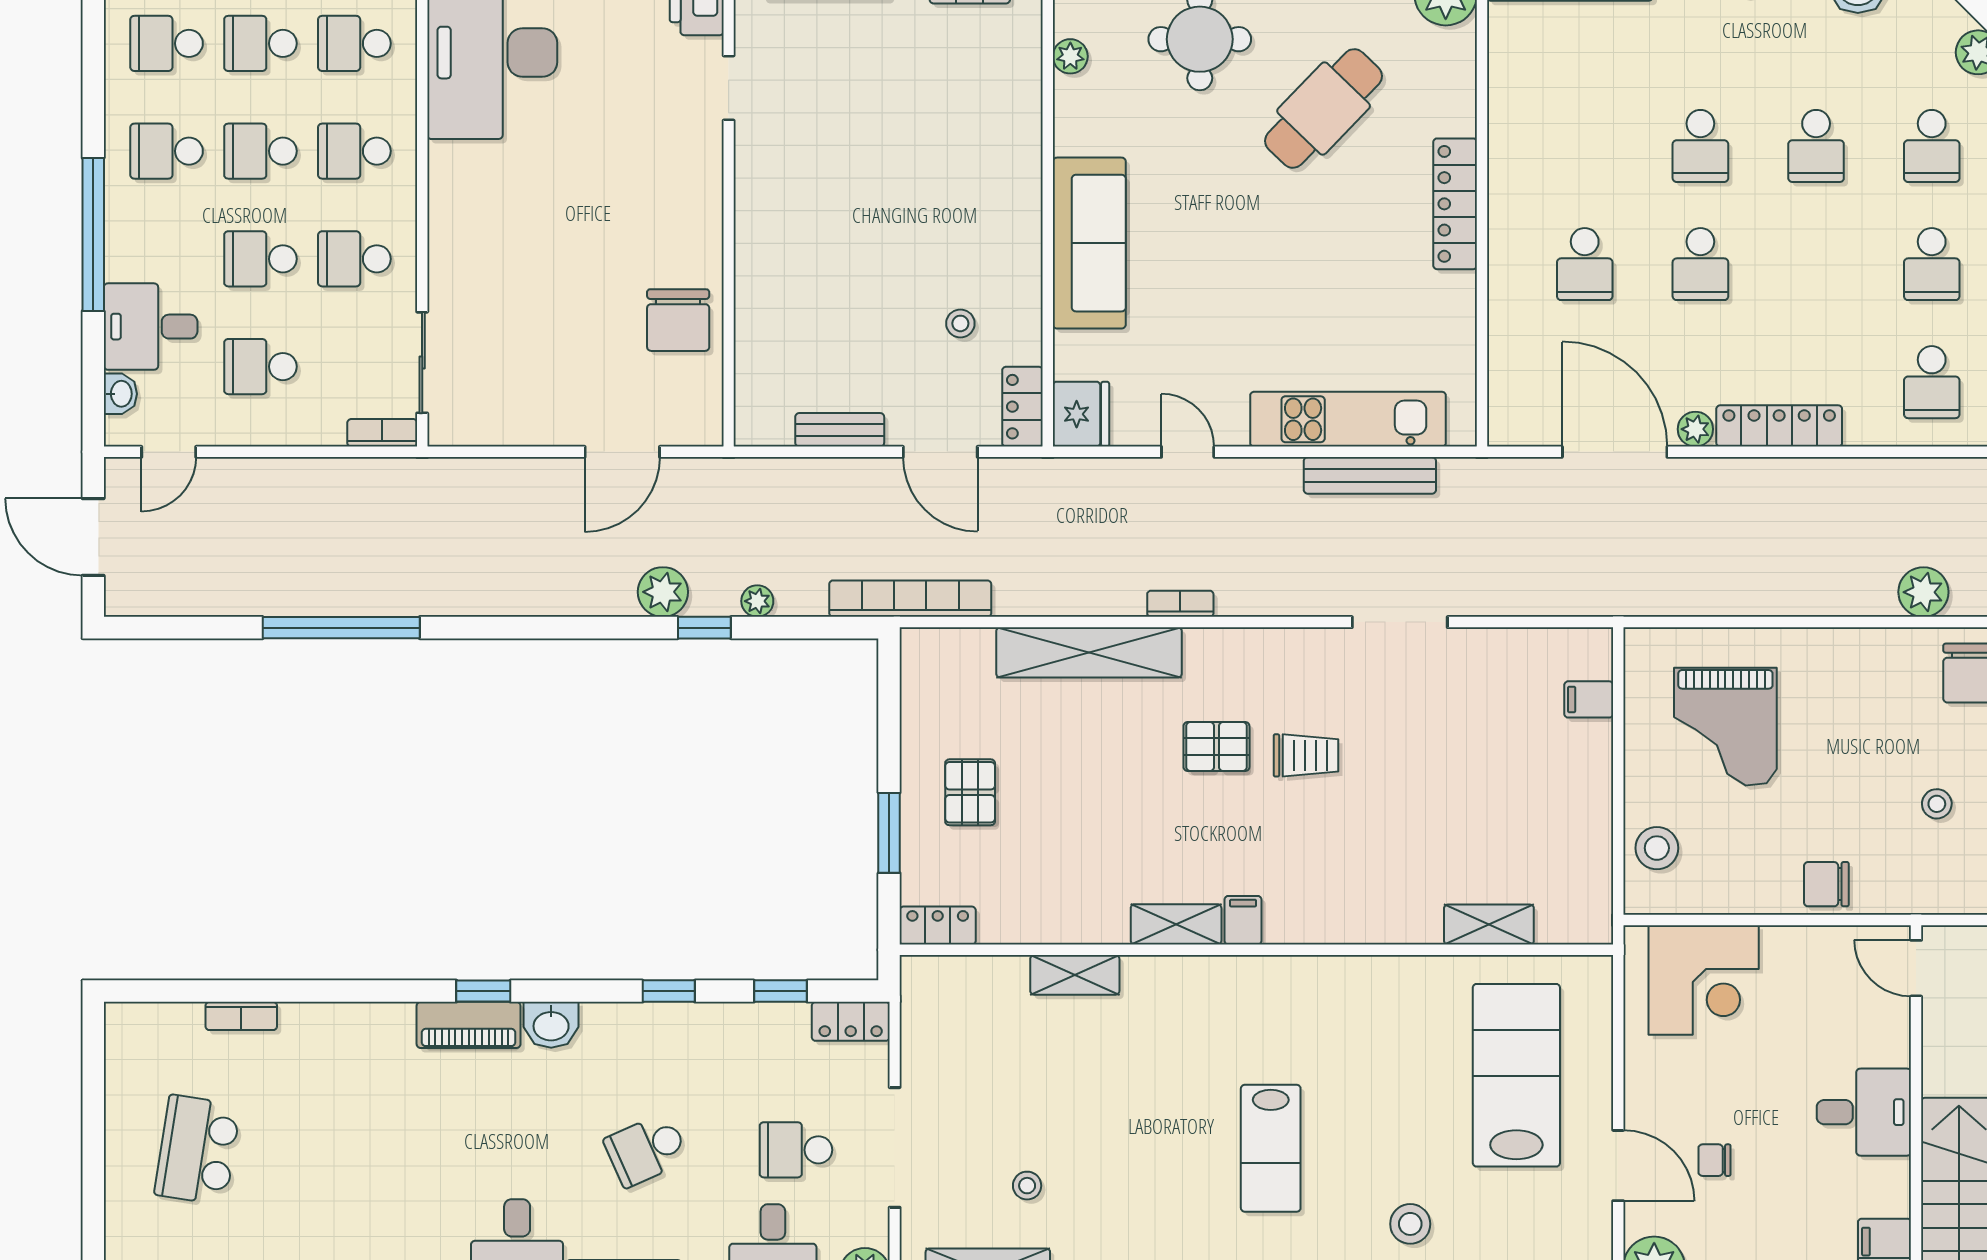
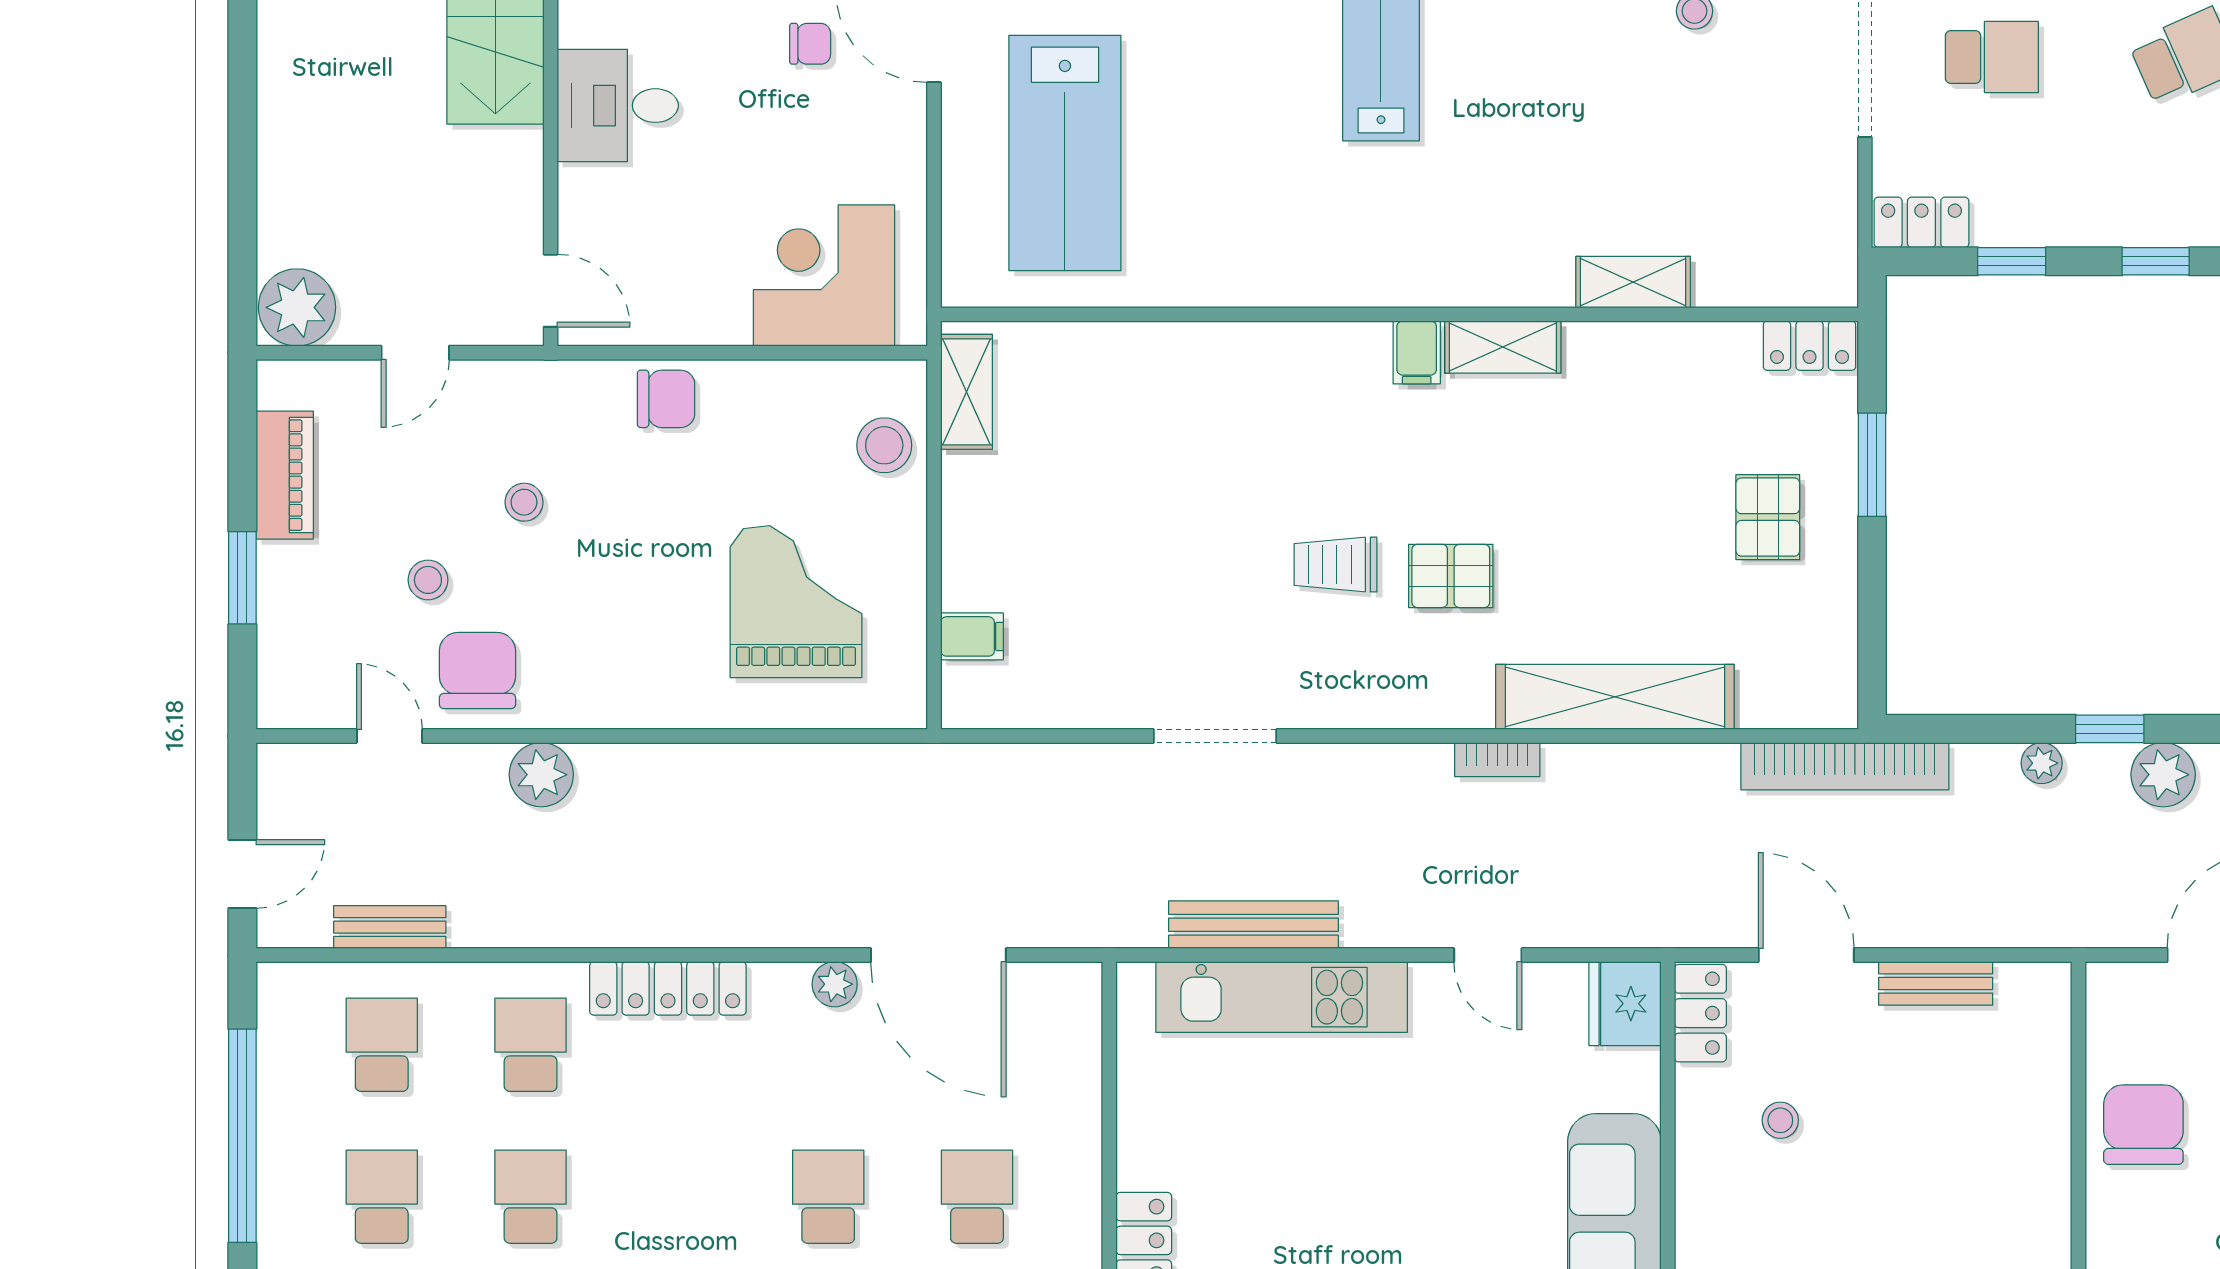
locker: (1779, 426) -> (668, 988), moved
shelving: (1489, 925) -> (966, 392), moved, turned 90

